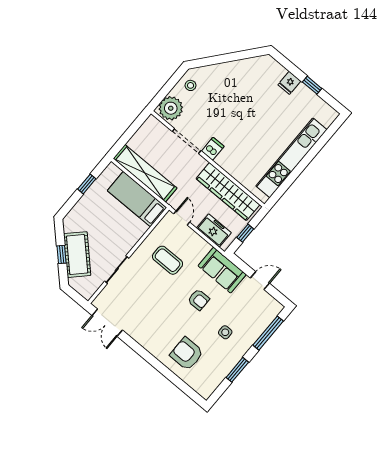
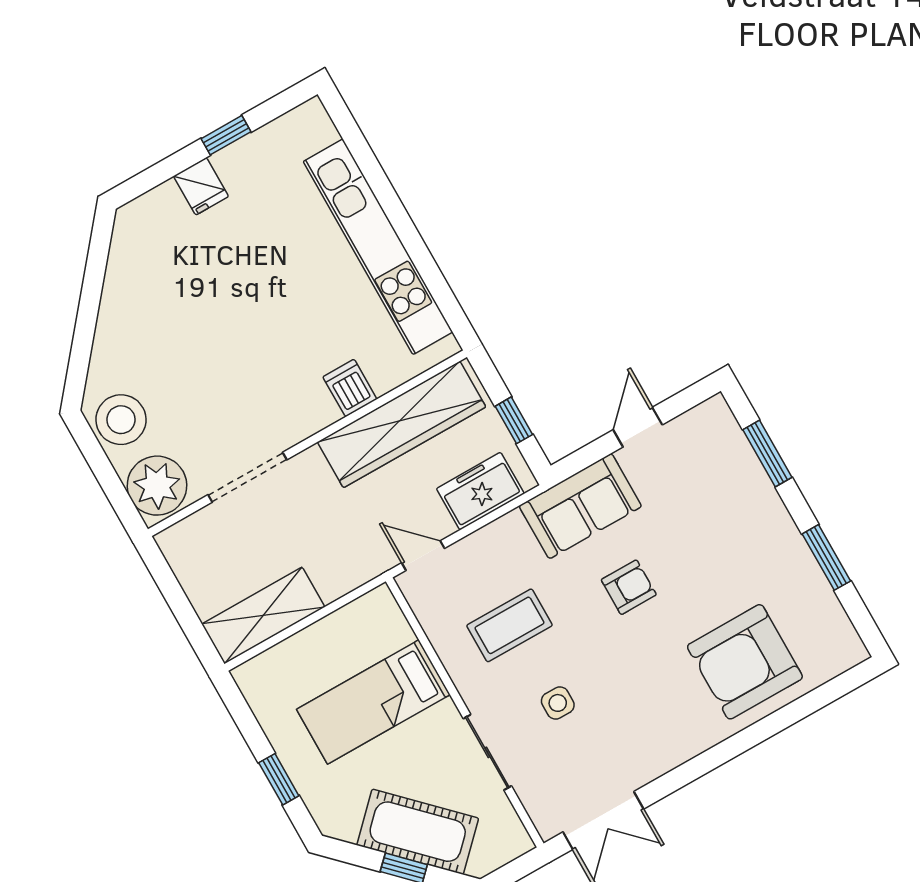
stool: (191, 85) -> (121, 420), width x1.89, depth x1.89
dishwasher: (213, 149) -> (350, 388), moved
shelving: (145, 173) -> (263, 616), width x0.68
window: (87, 184) -> (279, 779), moved
bed: (137, 199) -> (373, 702), moved
side table: (225, 332) -> (558, 703), moved
window: (268, 333) -> (767, 453), width x0.69
armchair: (187, 354) -> (745, 662), width x1.36, depth x1.36

